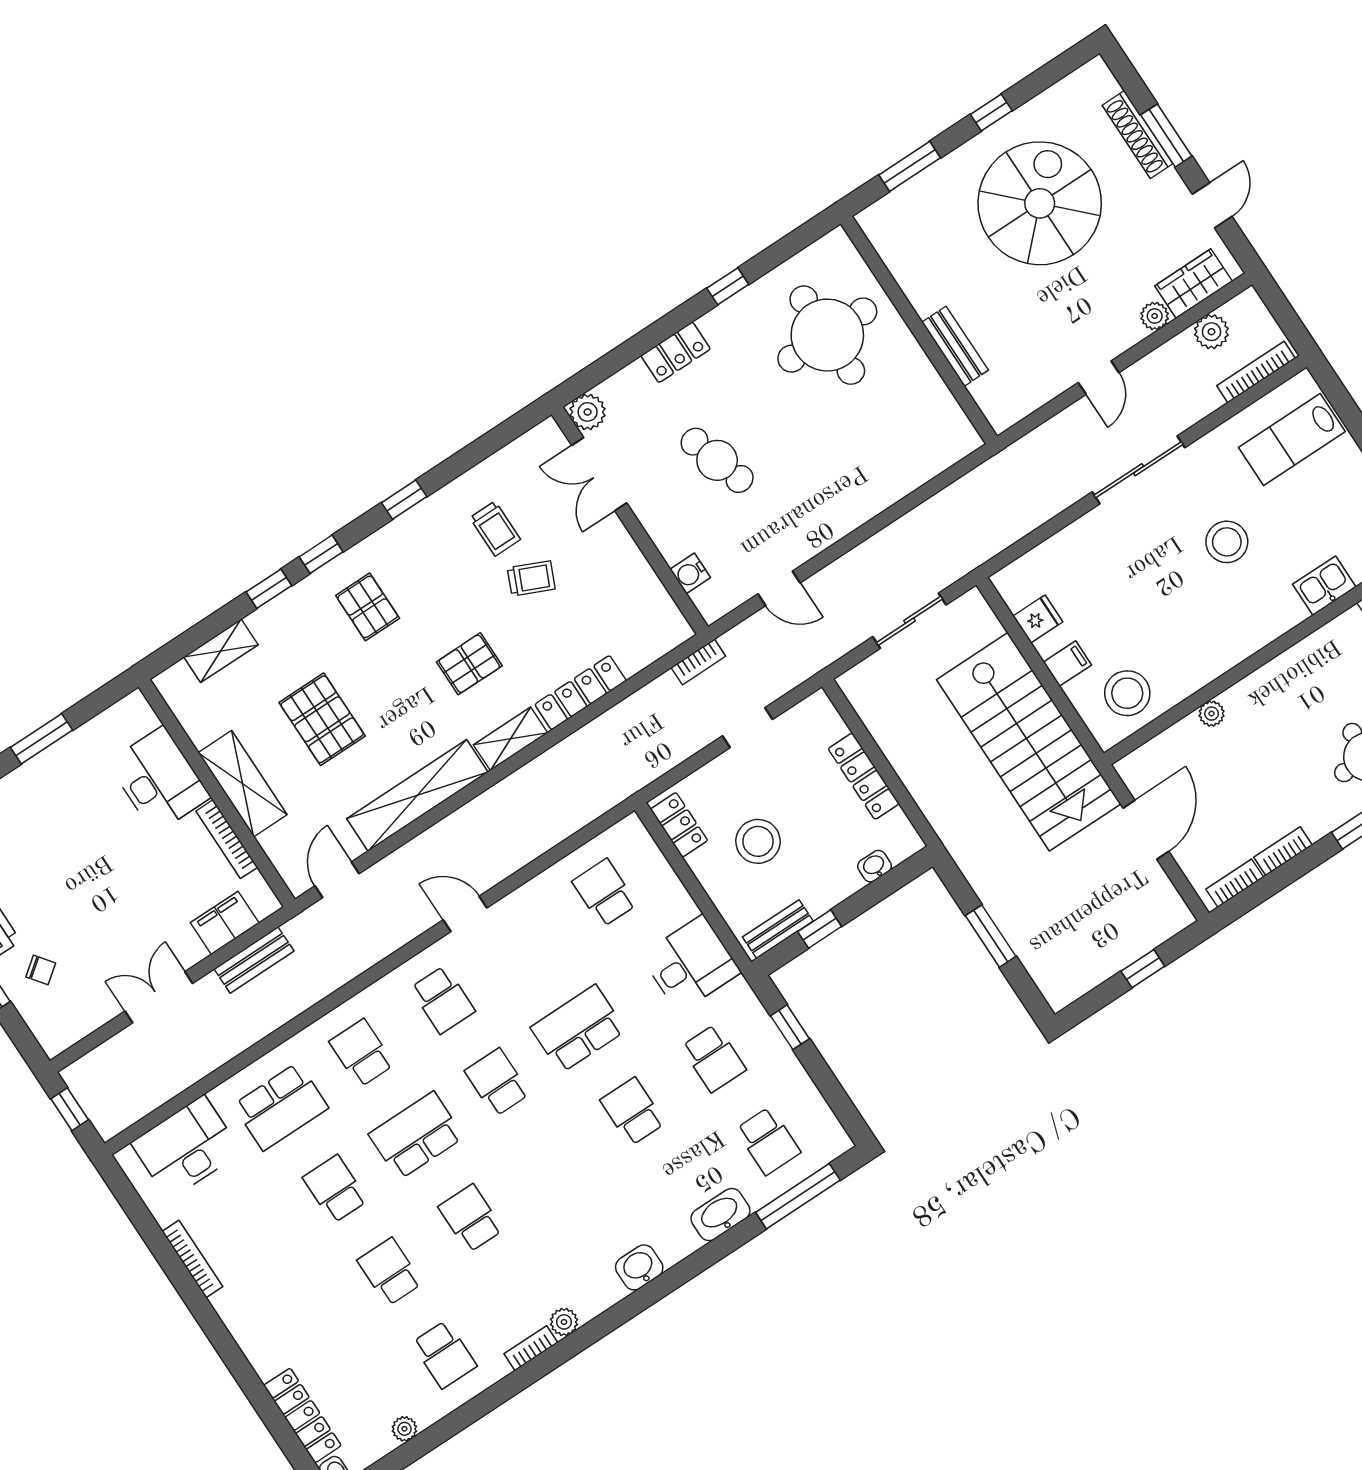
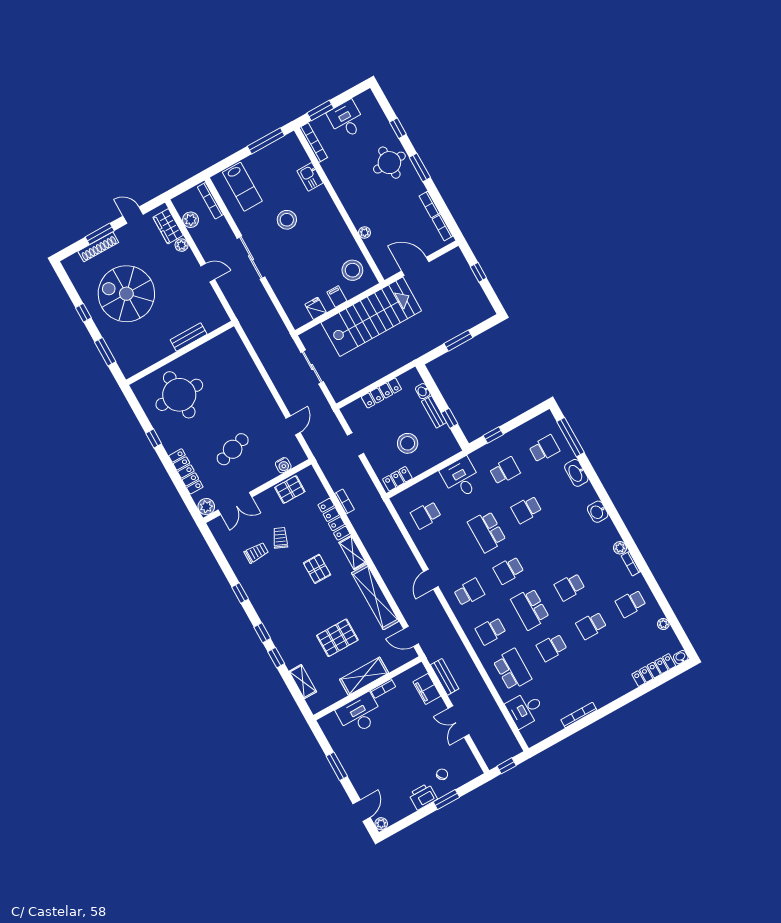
locker: (676, 352) -> (186, 471), width x1.53
pallet: (368, 607) -> (290, 490), moved
bookcase: (698, 662) -> (344, 501), moved
bookcase: (227, 839) -> (383, 688), width x0.64
bench: (778, 929) -> (434, 412), moved
desk: (186, 1147) -> (525, 709), width x0.73
school desk: (444, 1354) -> (631, 603), turned 180

